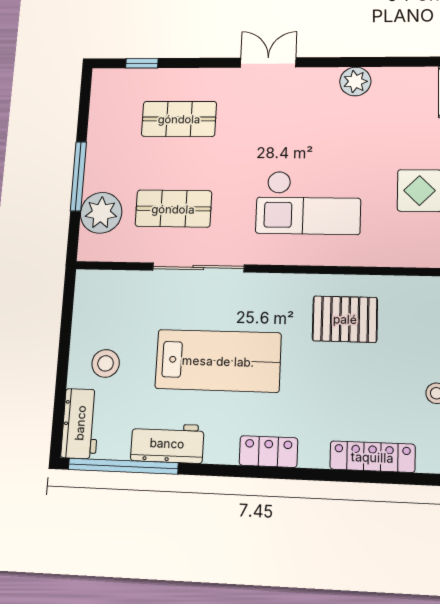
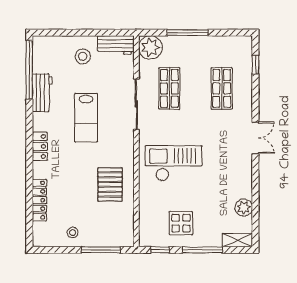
plant: (355, 81) -> (244, 208), moved
checkout: (308, 203) -> (174, 163), turned 90
plant: (101, 213) -> (150, 47), moved
lab bench: (218, 361) -> (86, 118), width x0.73, depth x0.72
workbench: (80, 423) -> (116, 45), moved

